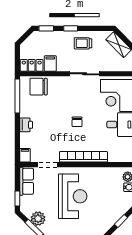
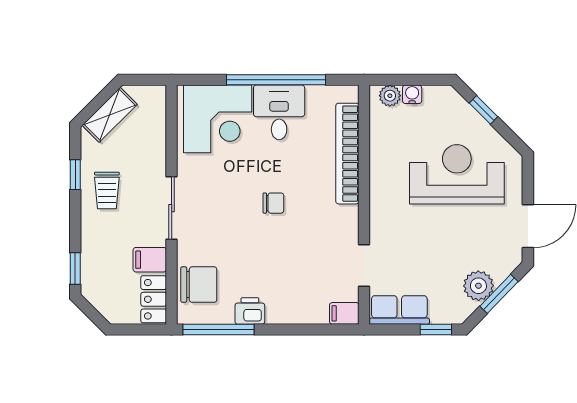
window: (71, 28) -> (75, 175), moved
sliding door: (85, 74) -> (172, 208), moved
chair: (39, 87) -> (199, 285), turned -90
printer: (26, 125) -> (250, 311), moved
bookcase: (83, 157) -> (347, 154), moved
reception desk: (73, 196) -> (457, 174), moved

